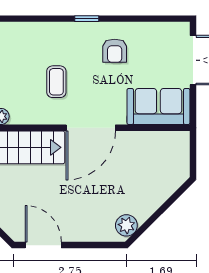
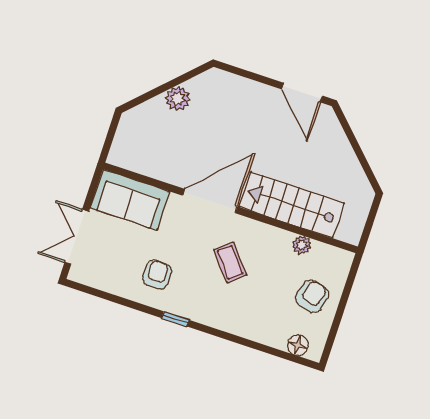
coffee table: (56, 82) -> (230, 262), turned -40
plant: (126, 225) -> (178, 98), moved

